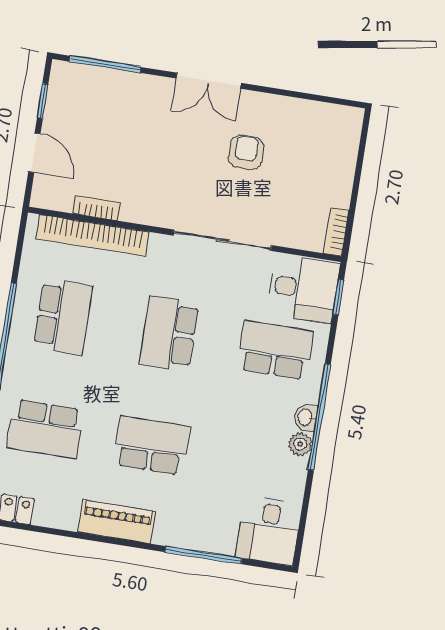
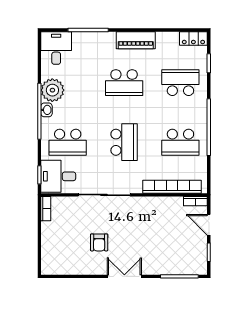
bookcase: (97, 208) -> (195, 201), moved
school desk: (63, 317) -> (180, 142), turned -90
plant: (300, 444) -> (52, 90), width x1.88, depth x1.88

